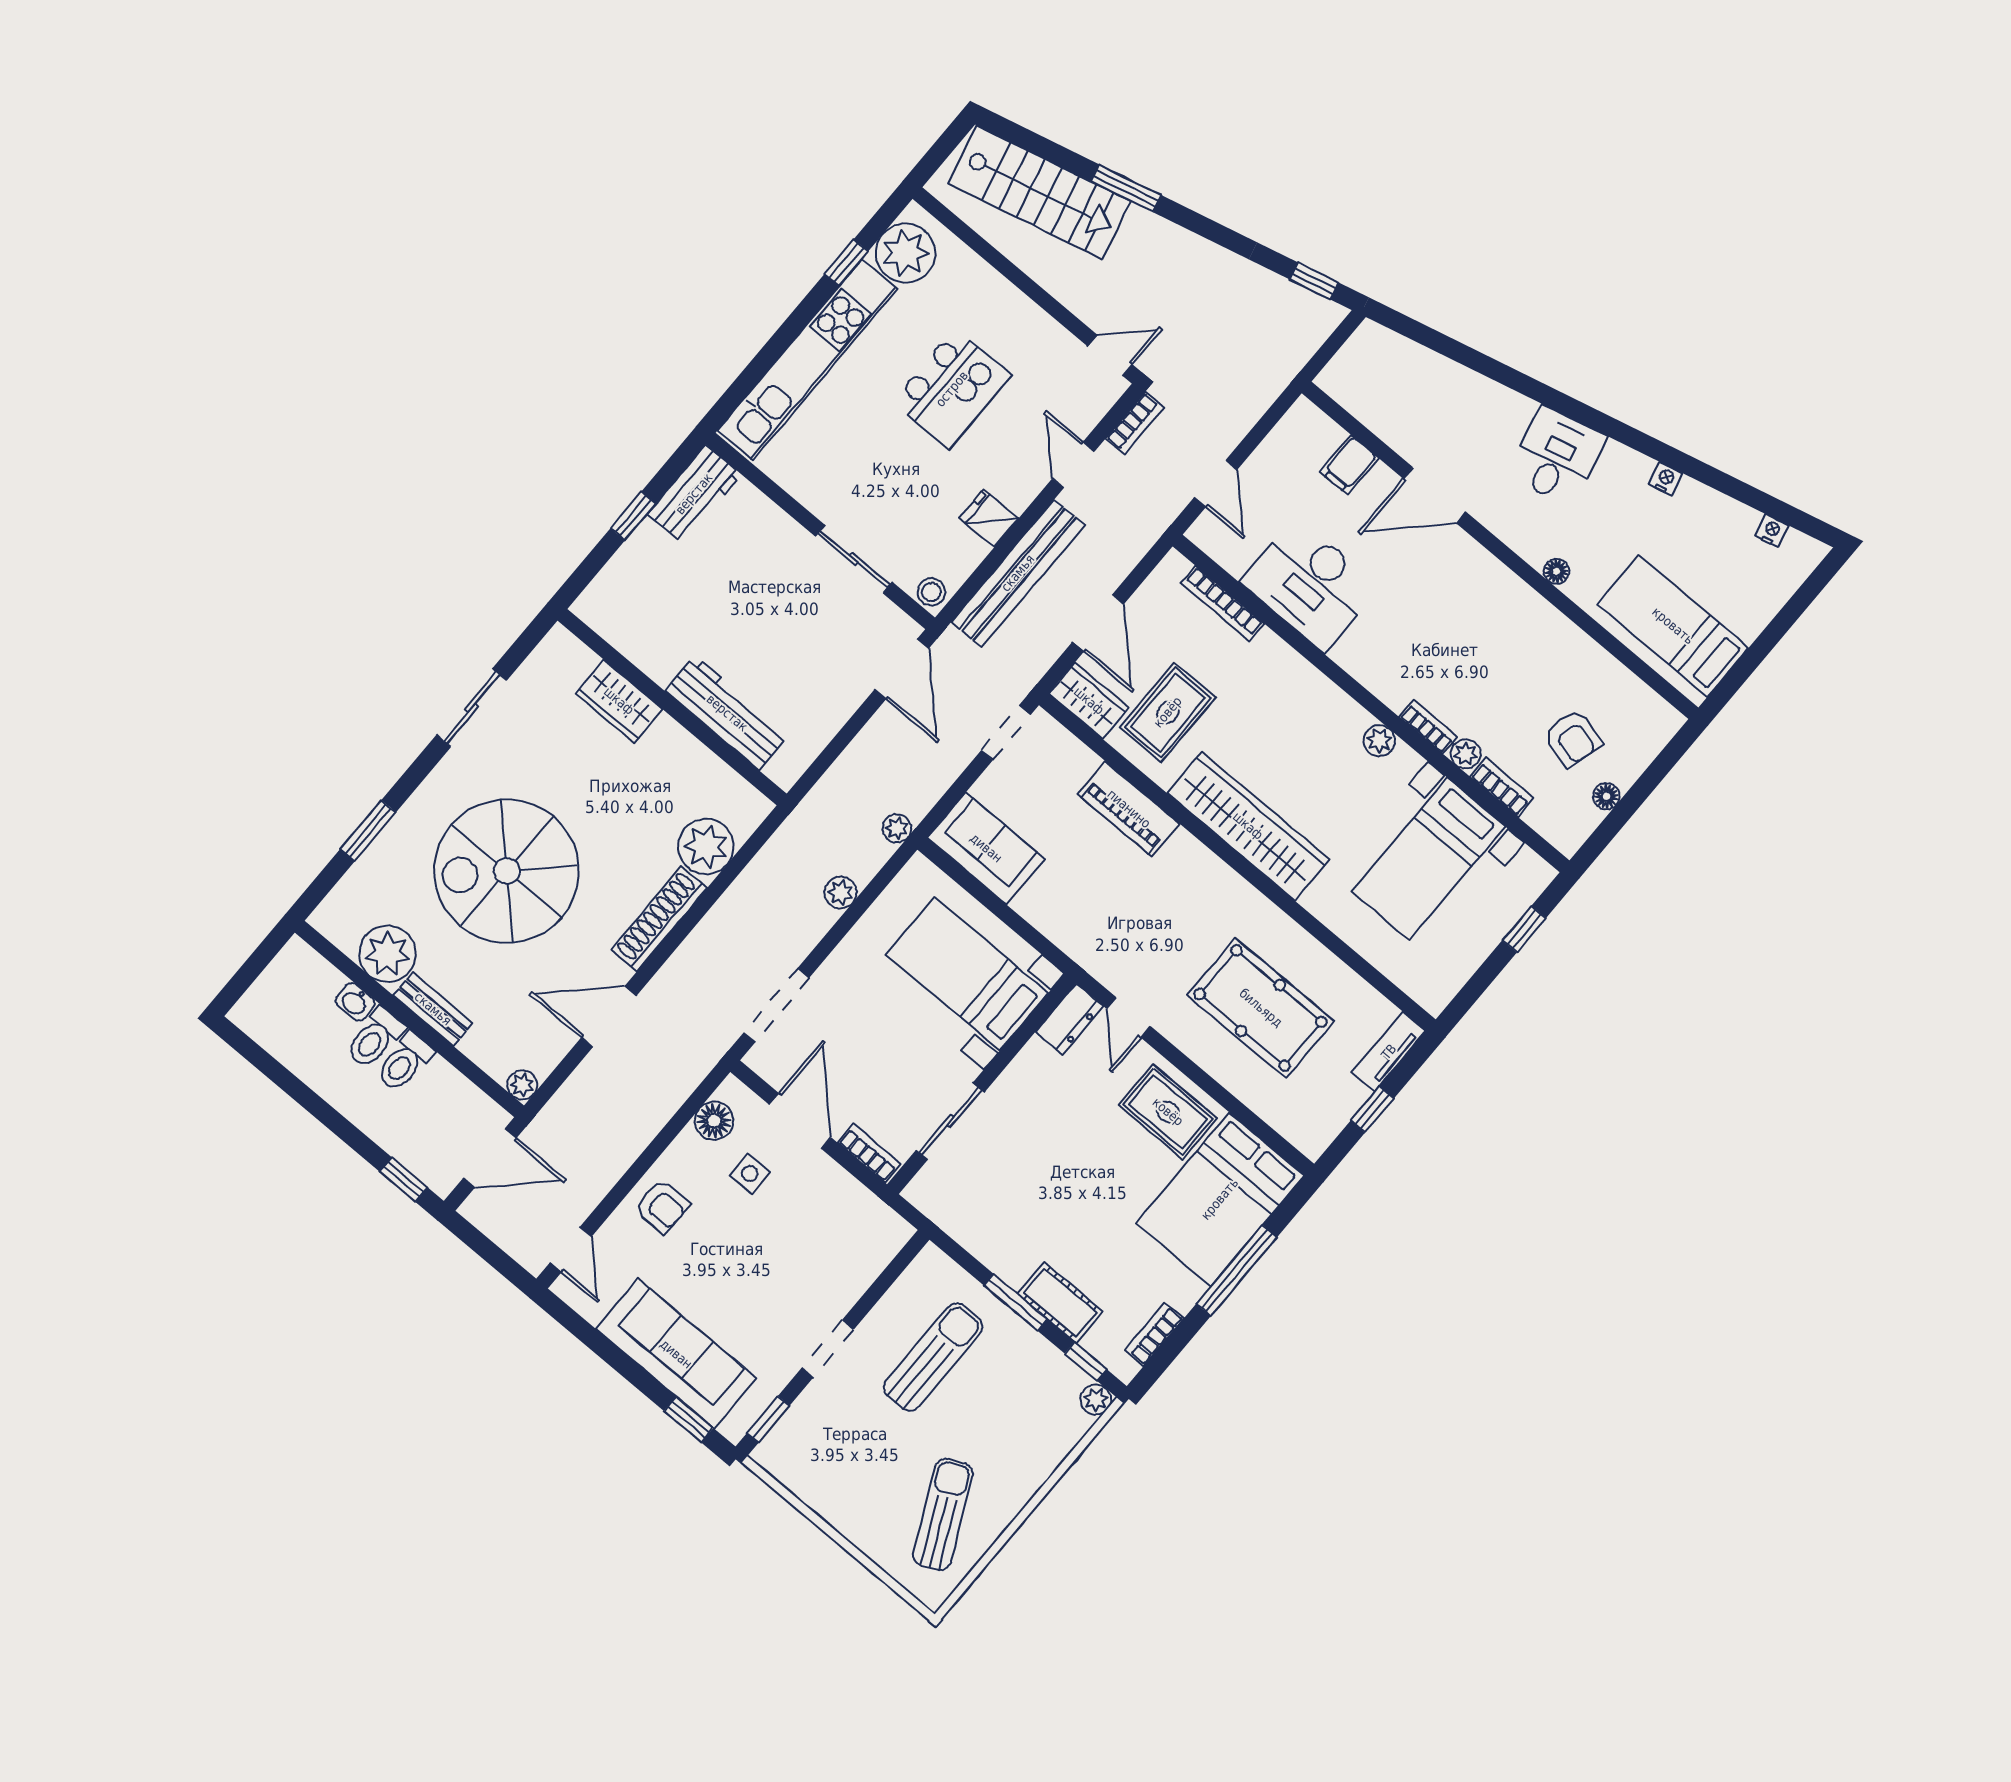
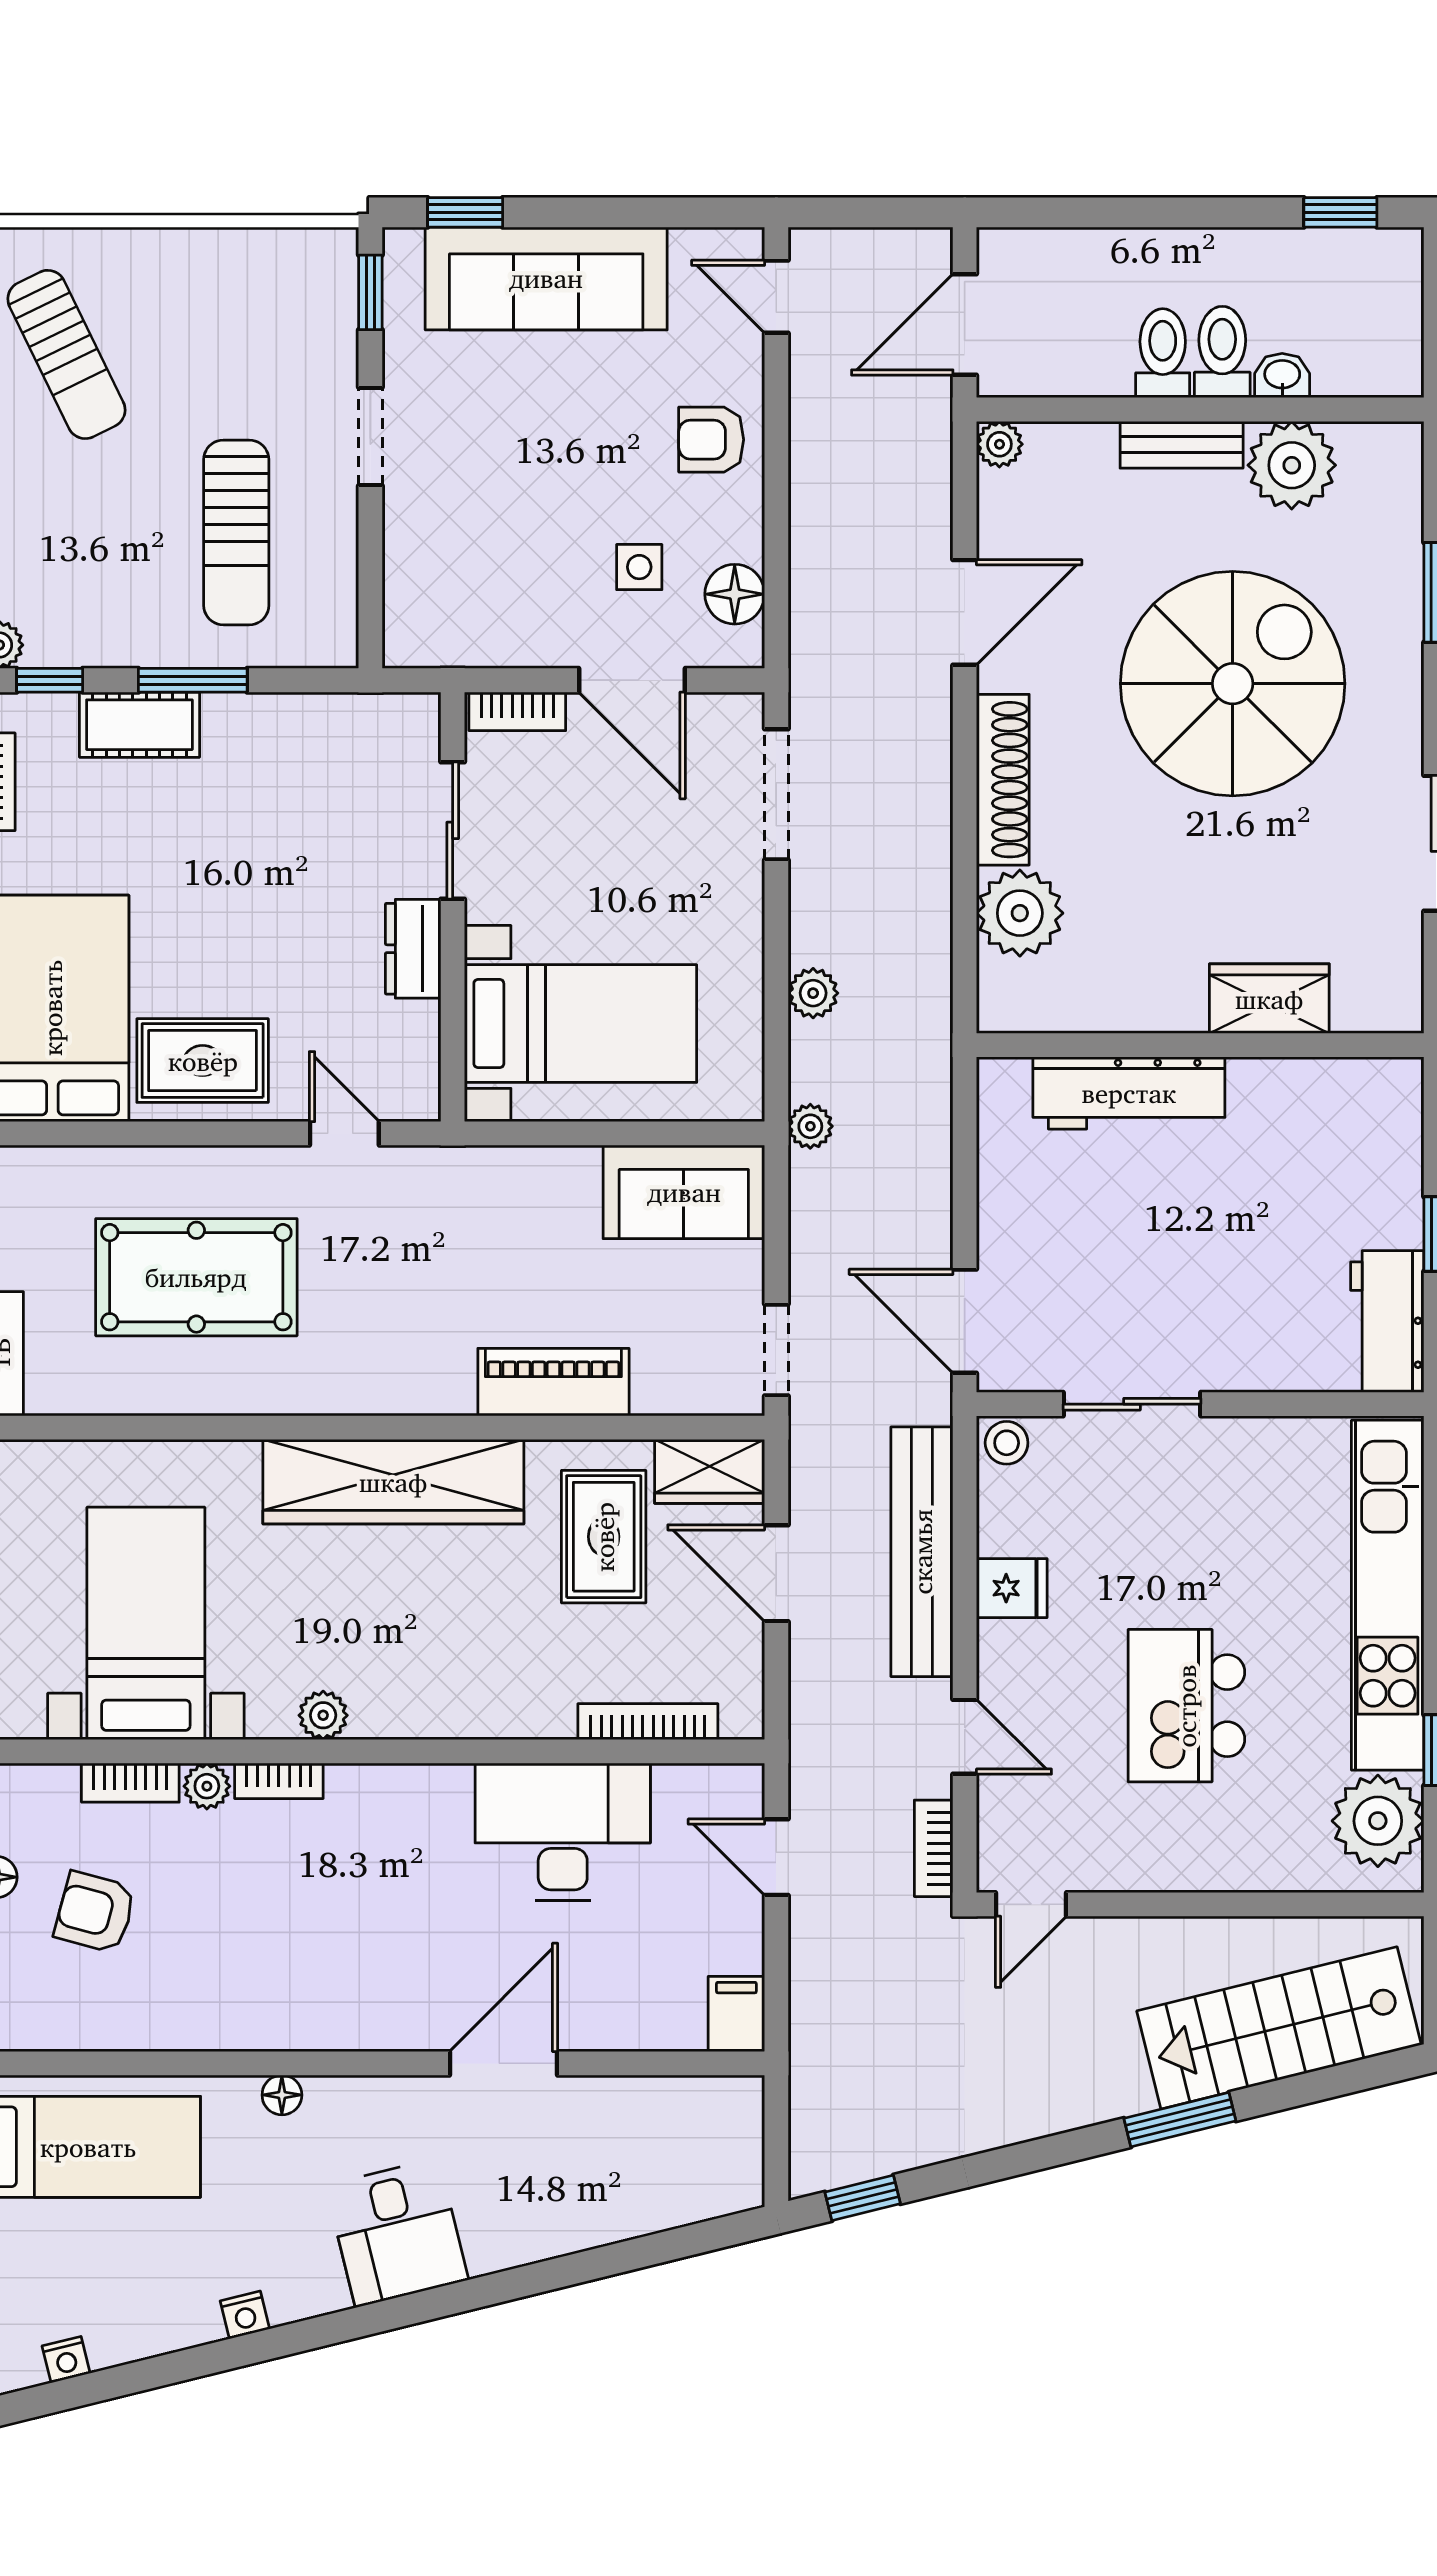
filing cabinet: (1349, 465) -> (736, 2014), moved
dresser: (1069, 1019) -> (413, 949), moved
window: (404, 1180) -> (1340, 212), moved

